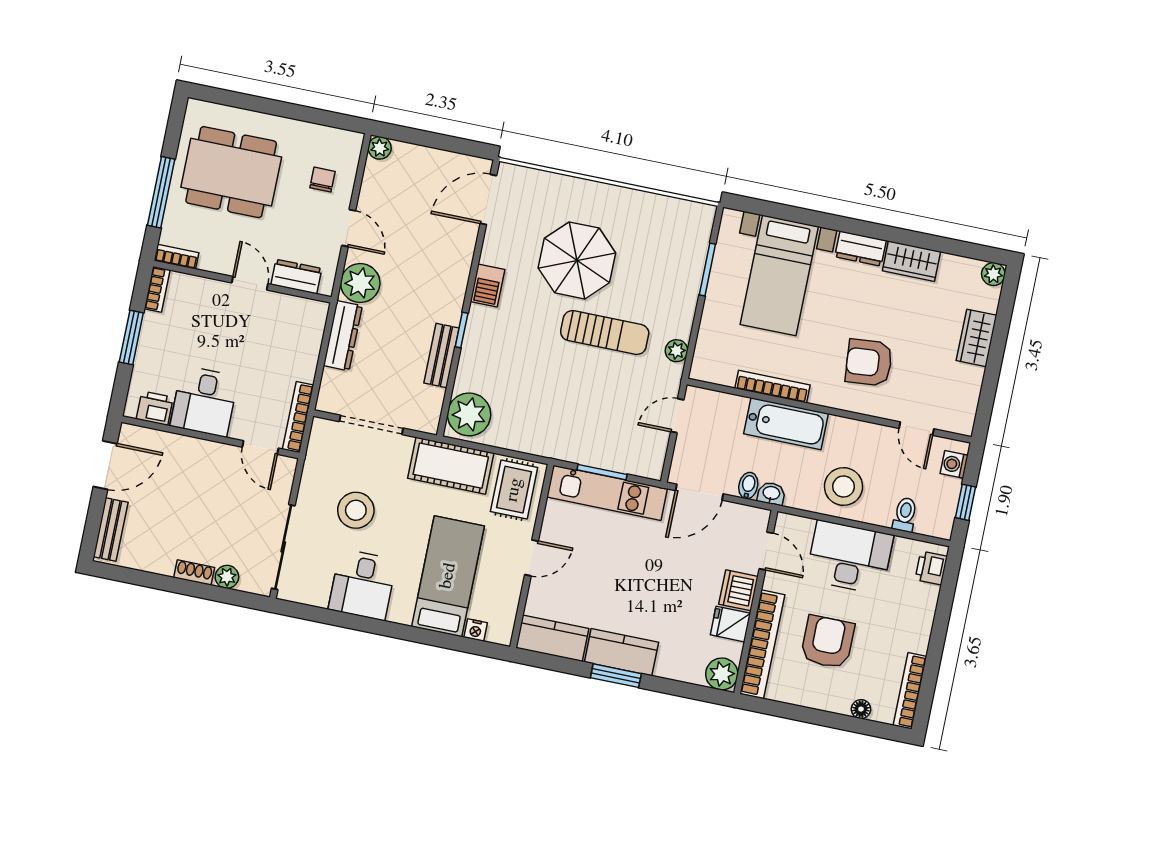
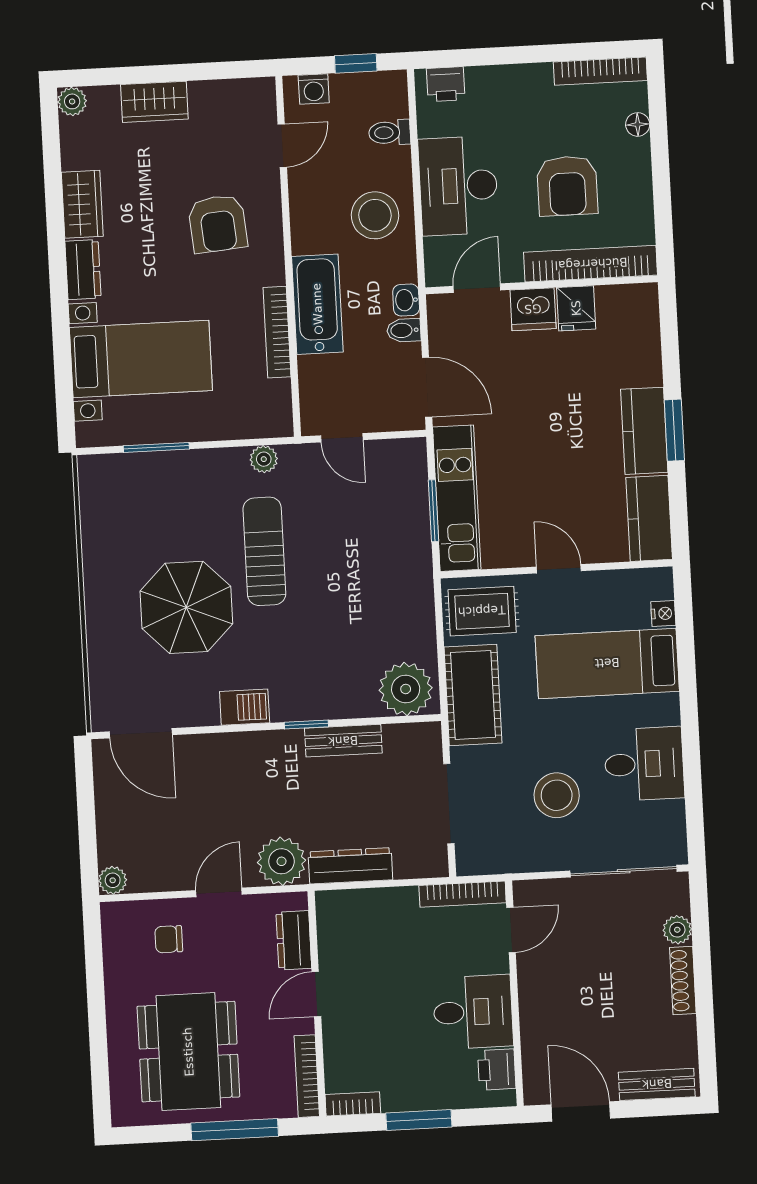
bookcase: (177, 257) -> (307, 1076), width x1.56
shoe rack: (194, 573) -> (683, 981), width x1.43
armchair: (828, 642) -> (567, 186), turned -90
plant: (722, 674) -> (639, 303), removed

